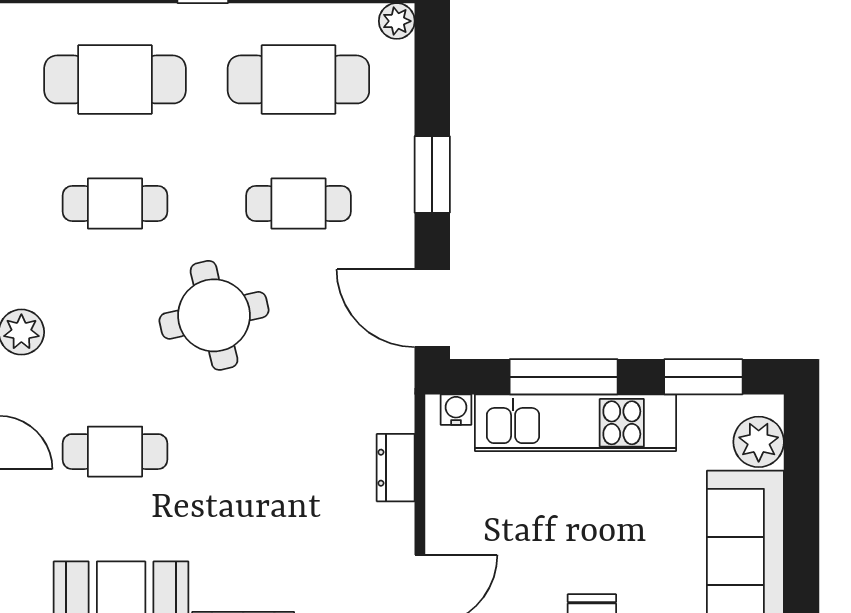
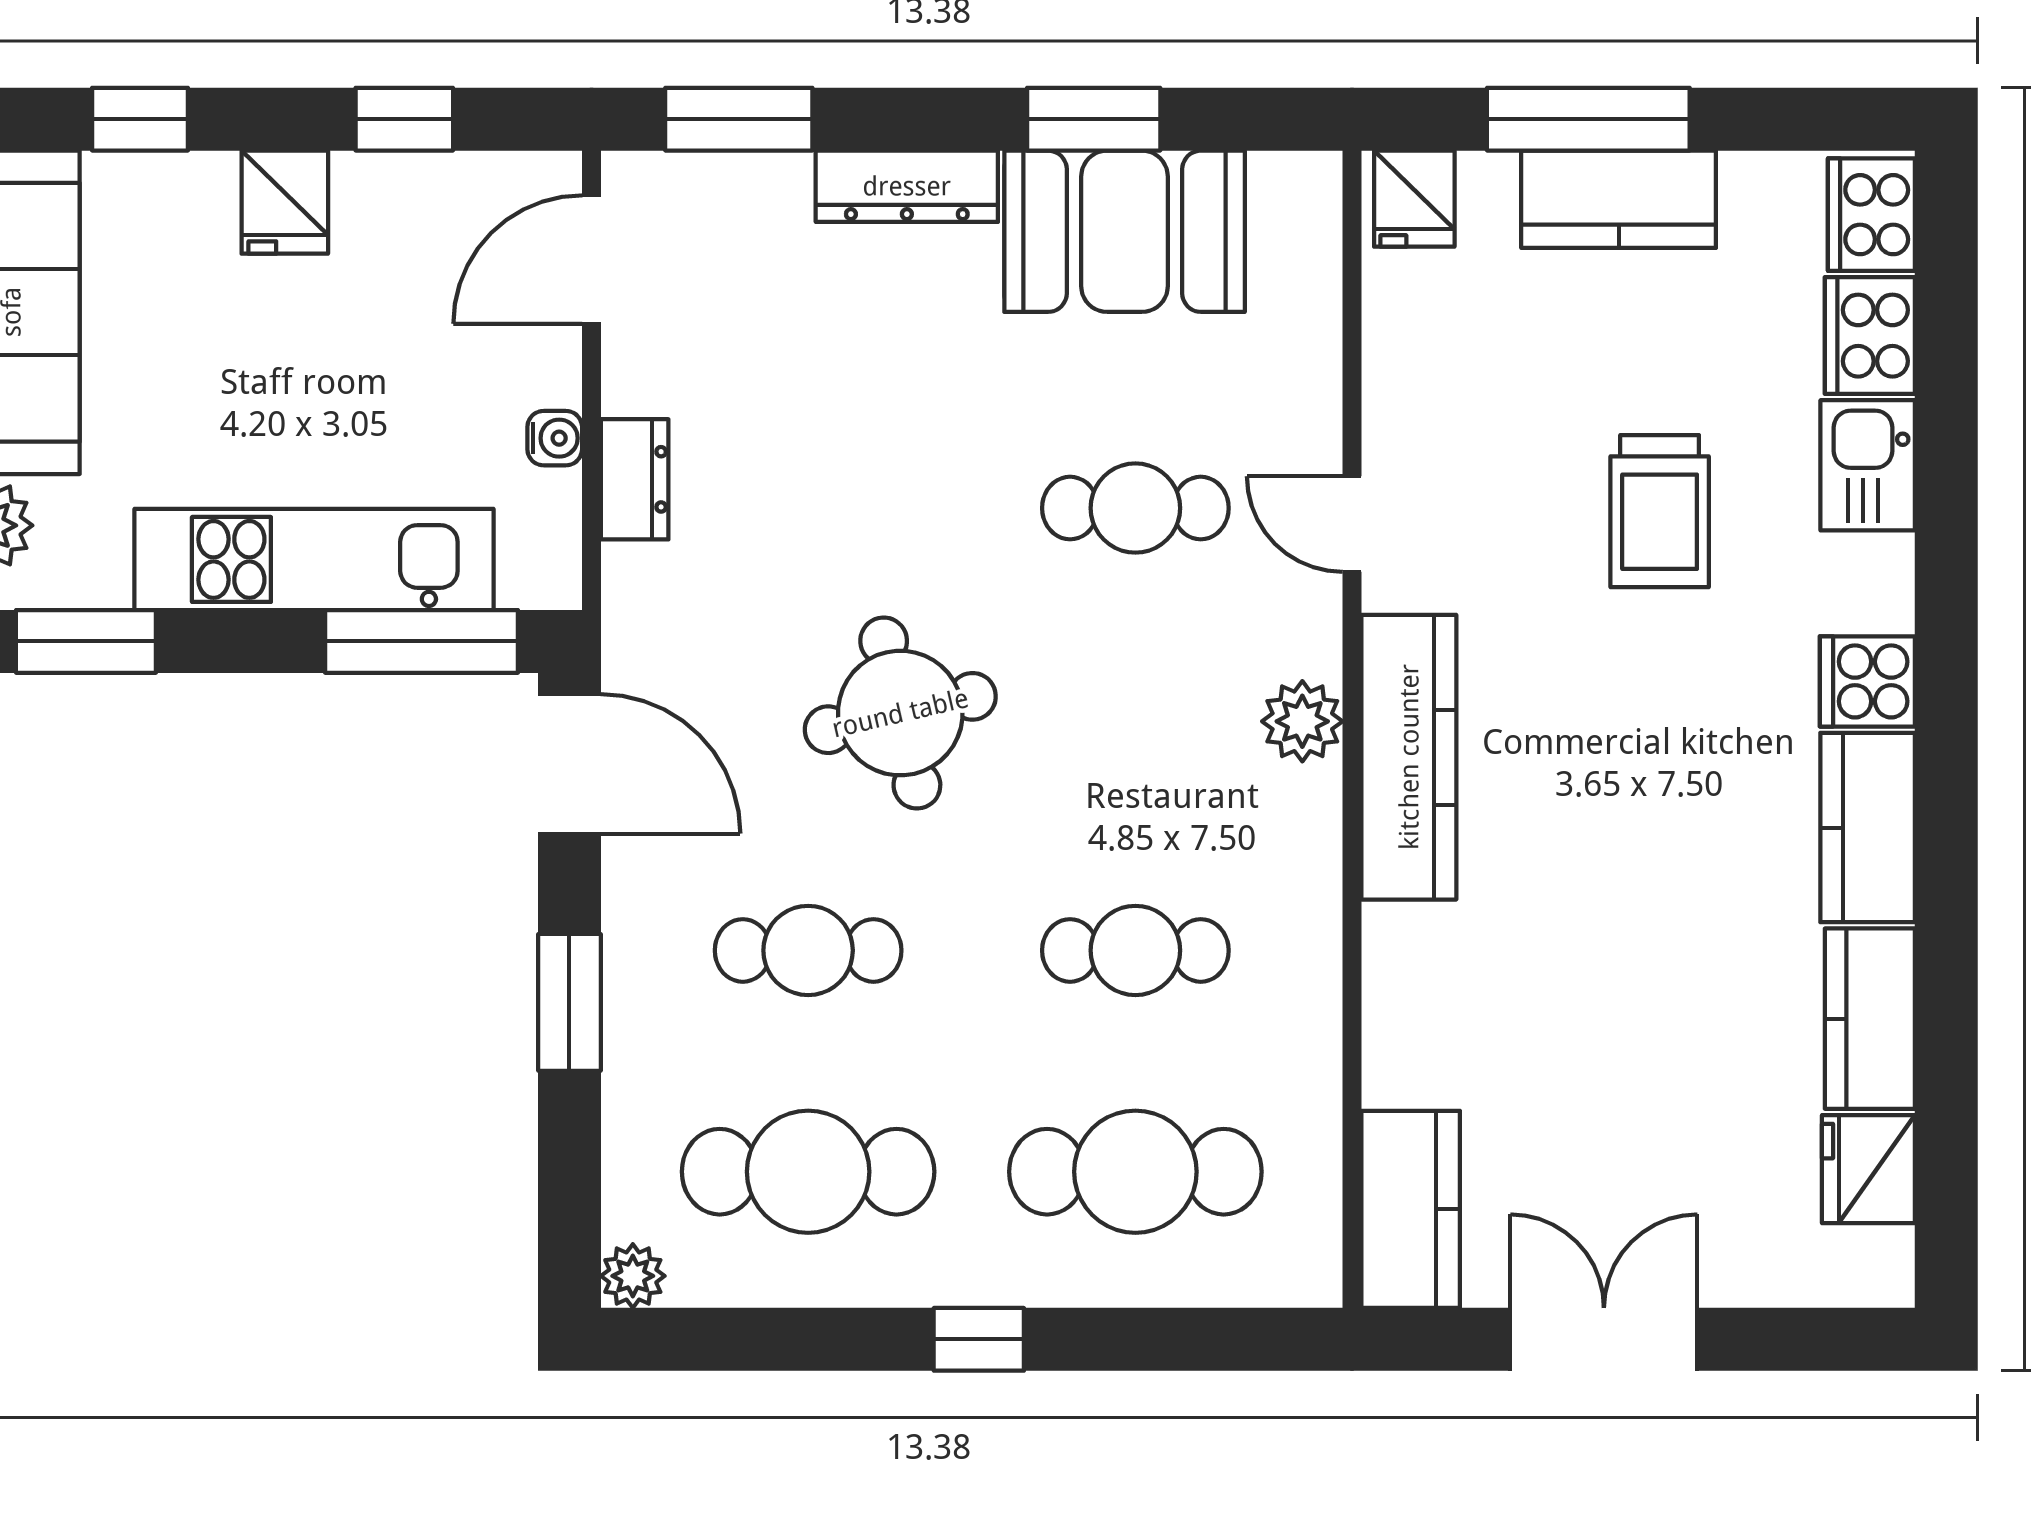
round table: (214, 315) -> (900, 713), moved
window: (564, 377) -> (421, 641), moved
water cooler: (456, 410) -> (555, 438), moved, turned -90

